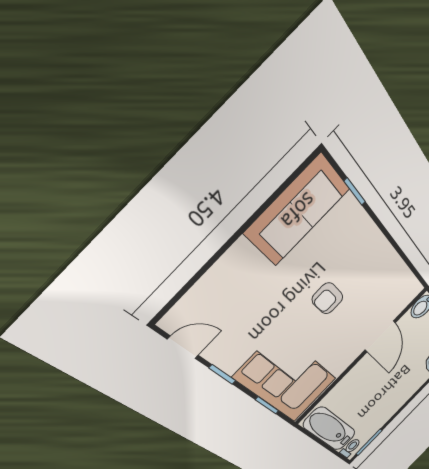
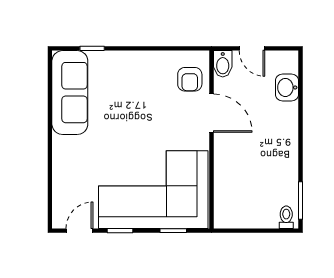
armchair: (328, 298) -> (190, 79), moved
corner sofa: (286, 378) -> (153, 190), width x1.36, depth x1.36
bathtub: (330, 429) -> (247, 214), removed

